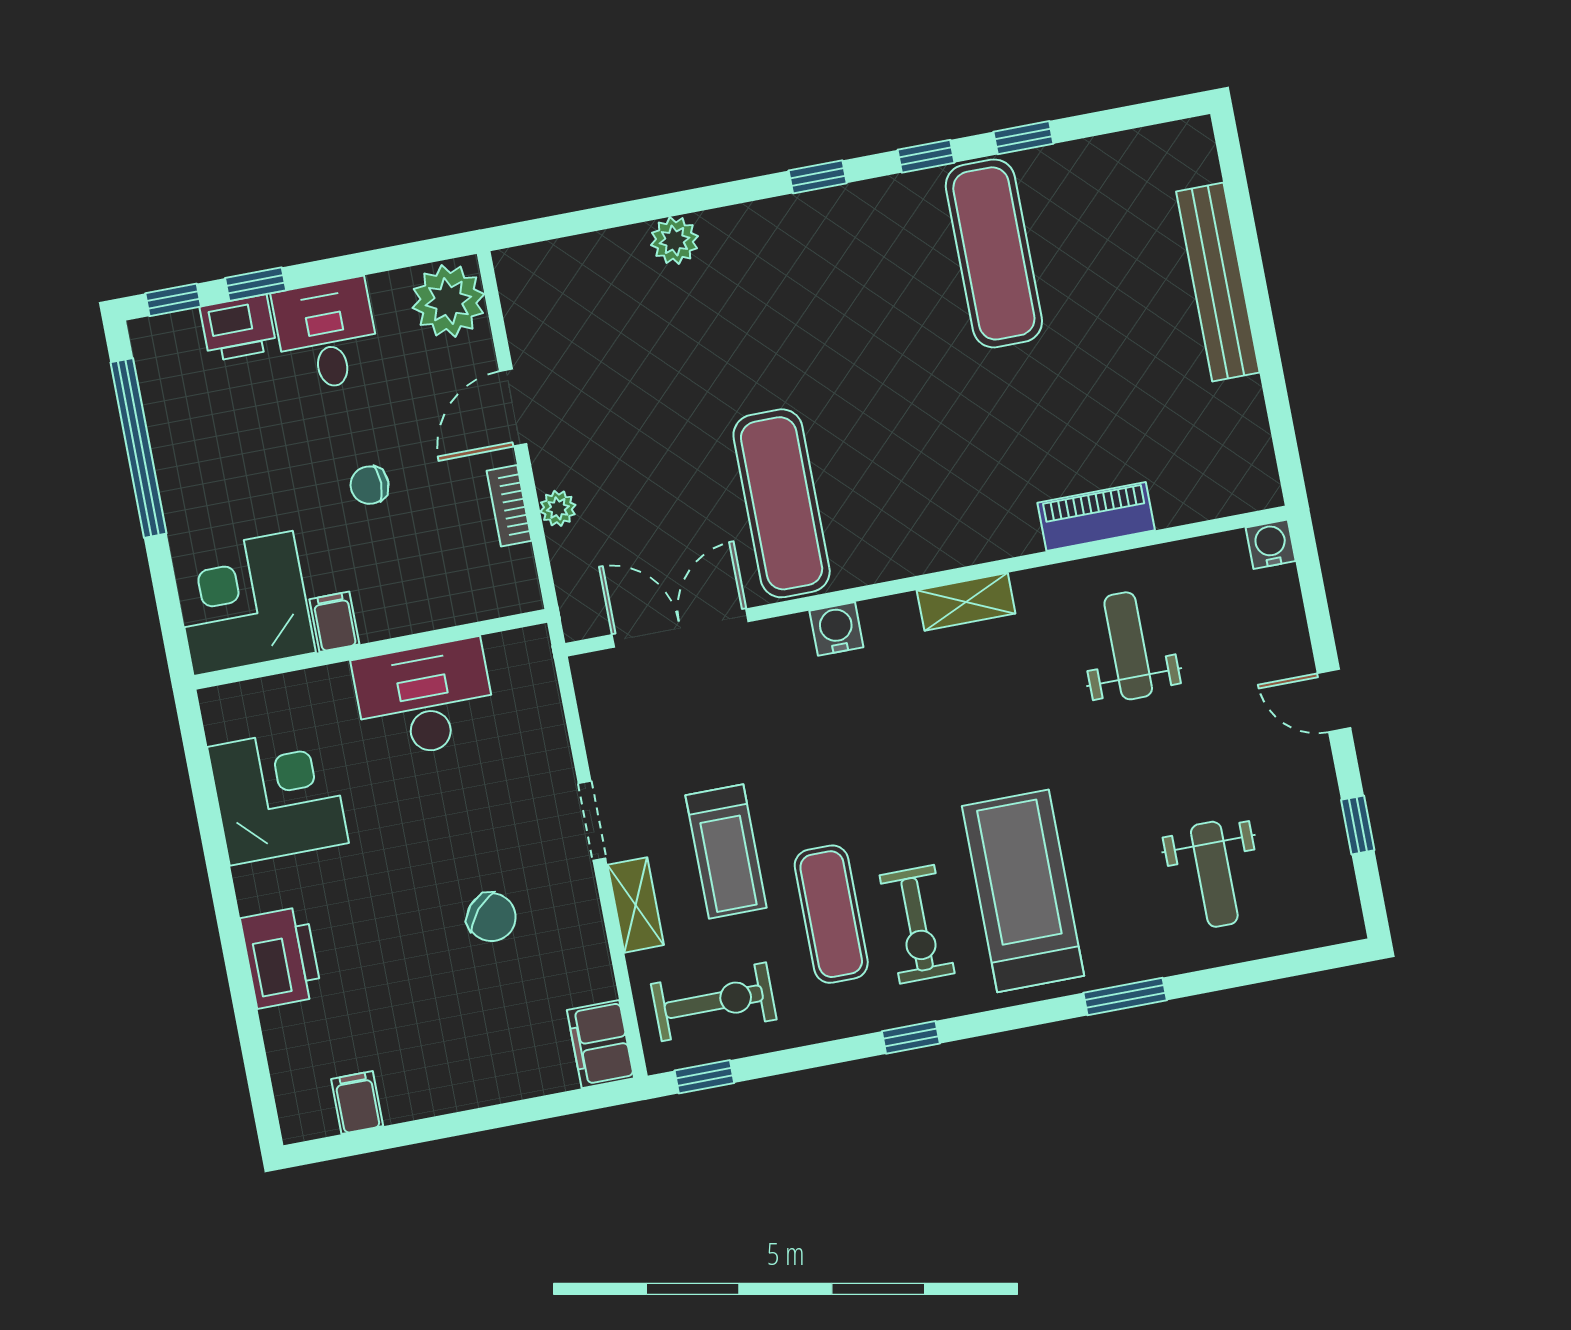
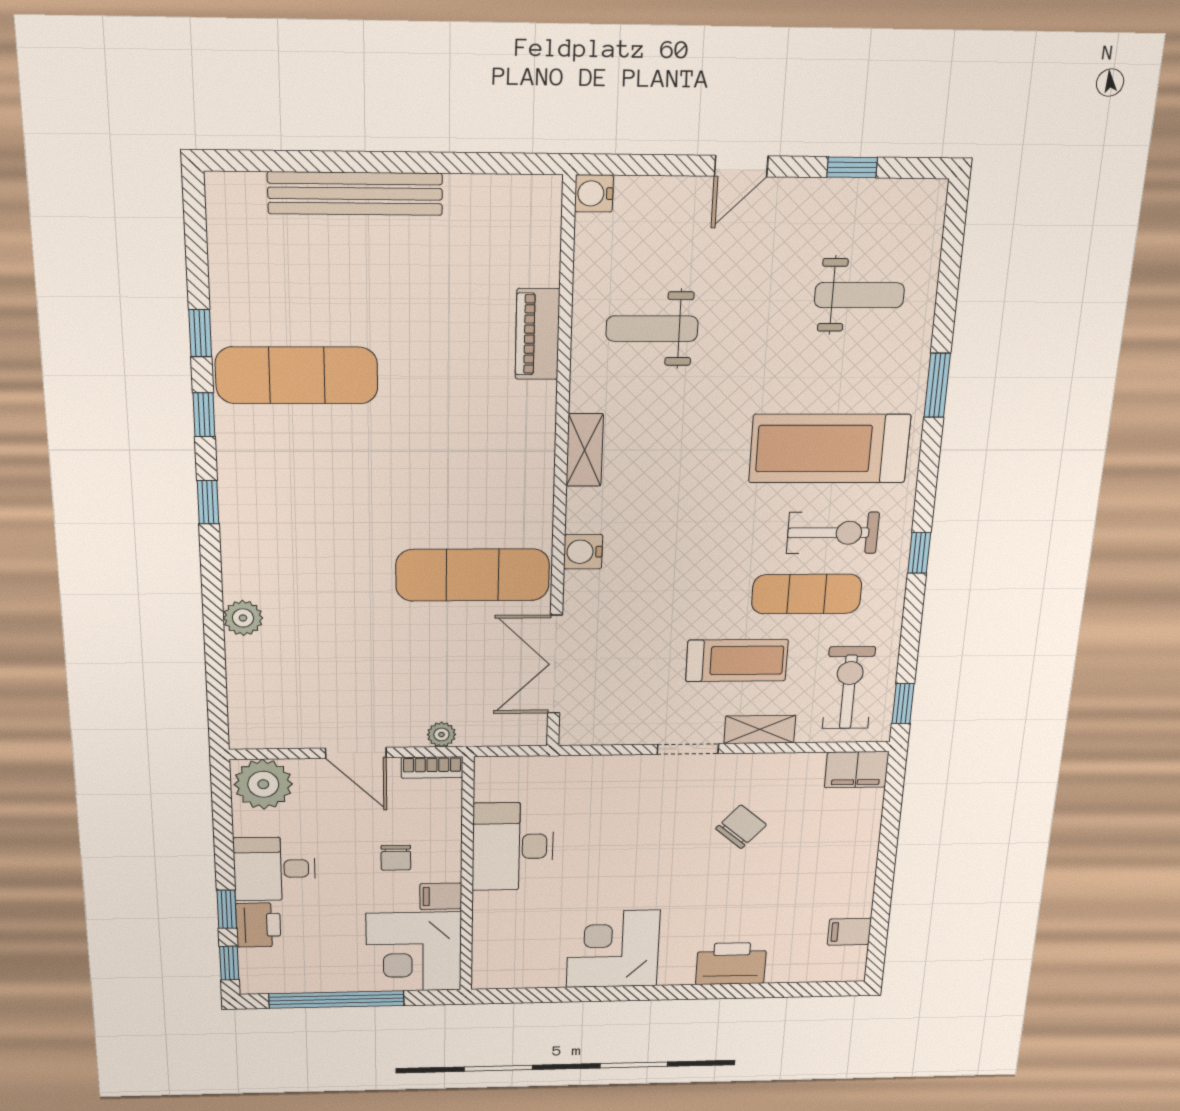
corner desk: (243, 603) -> (414, 952), moved
filing cabinet: (334, 622) -> (441, 896), moved
wall: (370, 649) -> (467, 876), moved
desk: (425, 699) -> (513, 847), moved

